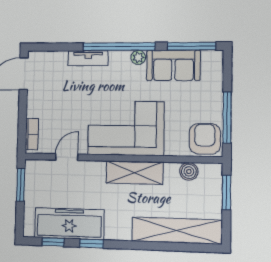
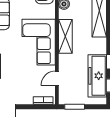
door: (67, 157) -> (57, 78), hinge flipped

